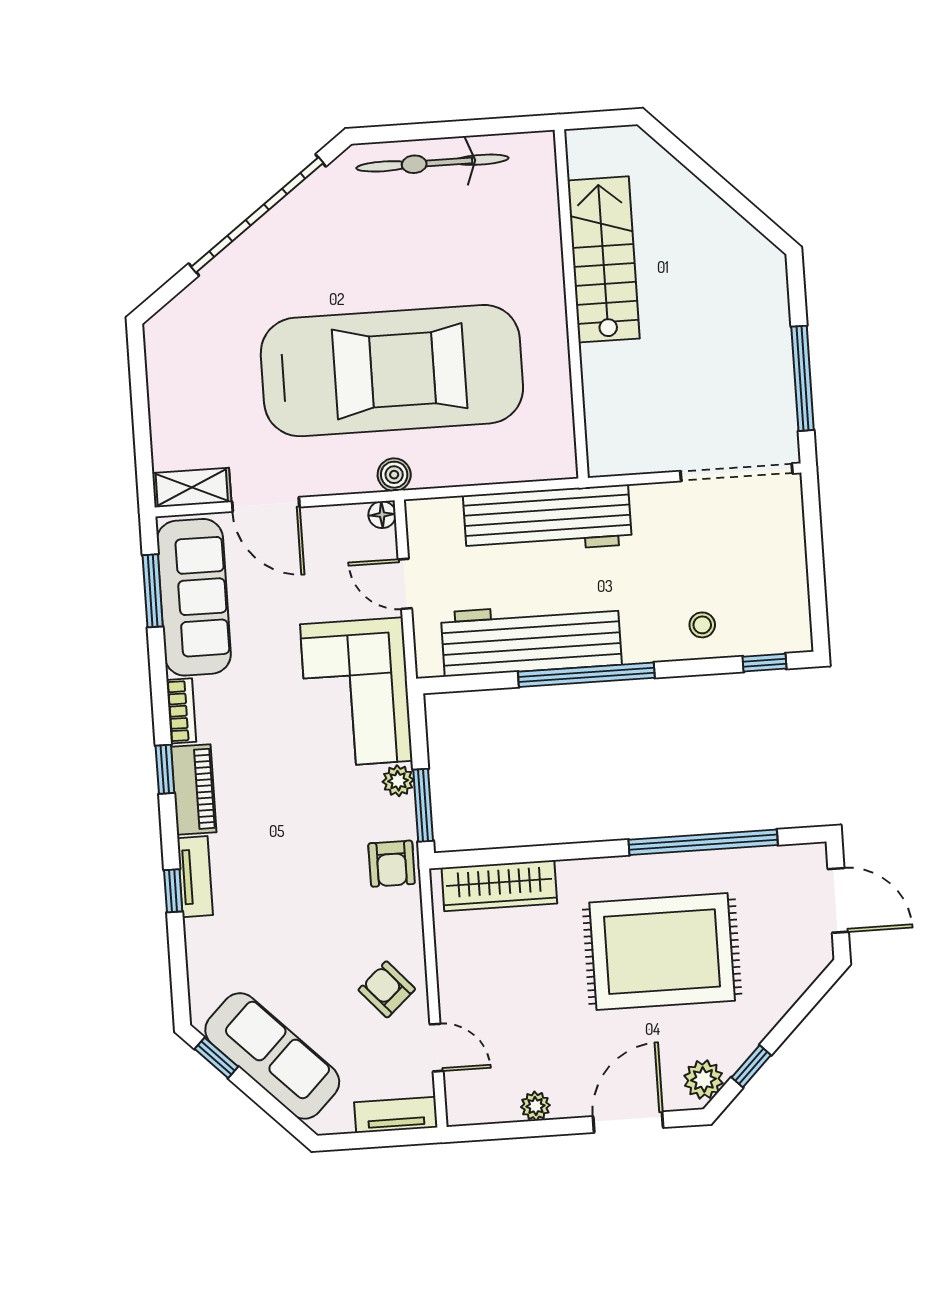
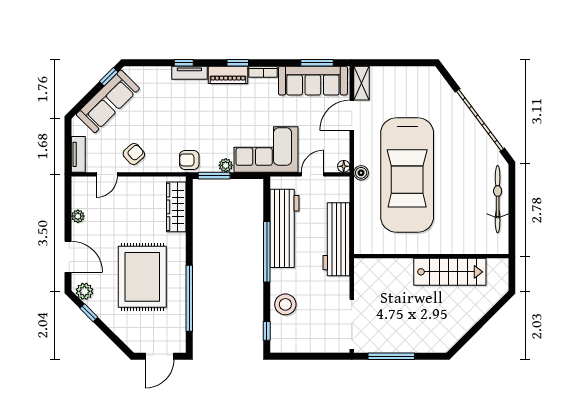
stool: (702, 625) -> (285, 304), width x1.89, depth x1.89

